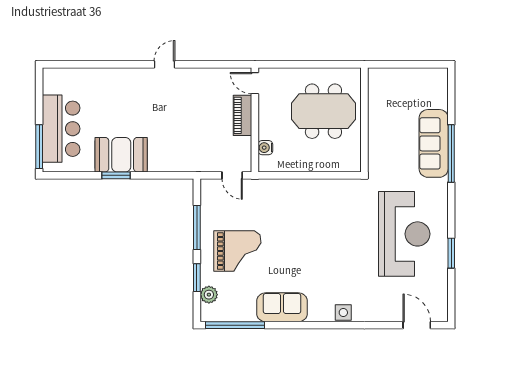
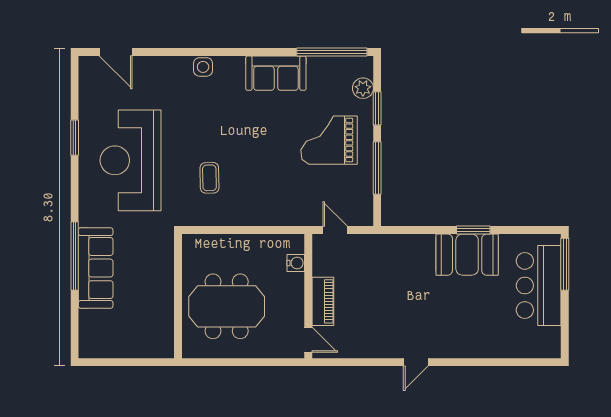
coffee table: (338, 219) -> (209, 178), added

